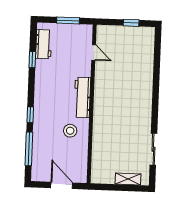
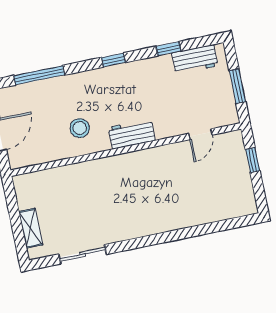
window: (131, 23) -> (253, 160), moved
workbench: (82, 97) -> (132, 134), width x0.73
window: (30, 115) -> (113, 60), moved

